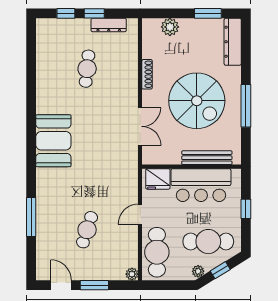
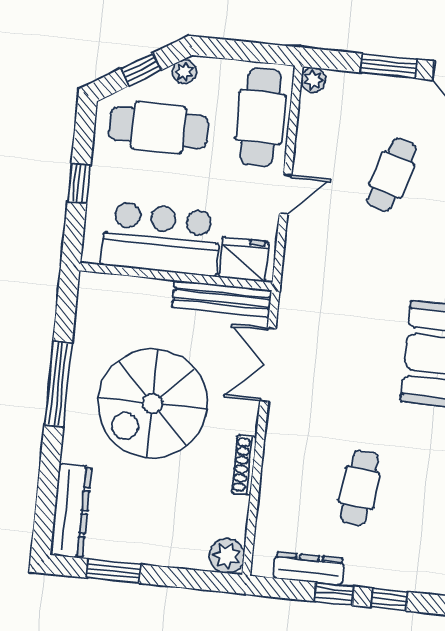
plant: (170, 27) -> (227, 556), moved
spiral stairs: (197, 101) -> (153, 403), turned -90
bench: (207, 158) -> (222, 299), moved

